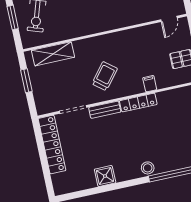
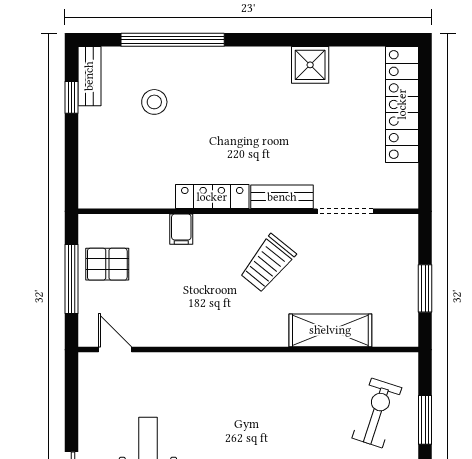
door: (169, 19) -> (115, 350), hinge flipped
shelving: (53, 54) -> (330, 330), moved
locker: (52, 144) -> (402, 104), moved
stool: (148, 168) -> (154, 102), moved

